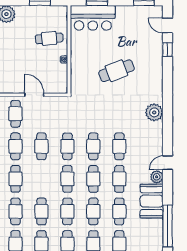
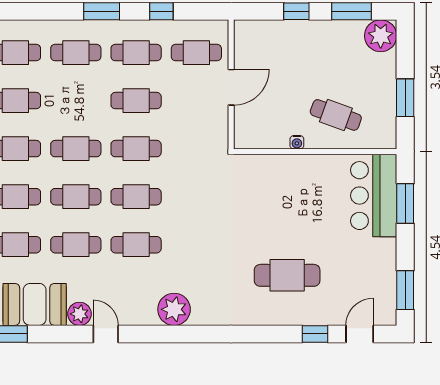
cafe table: (49, 38) -> (336, 115), turned -65
cafe table: (116, 71) -> (287, 275), moved, turned -69
plant: (154, 112) -> (174, 309), moved

